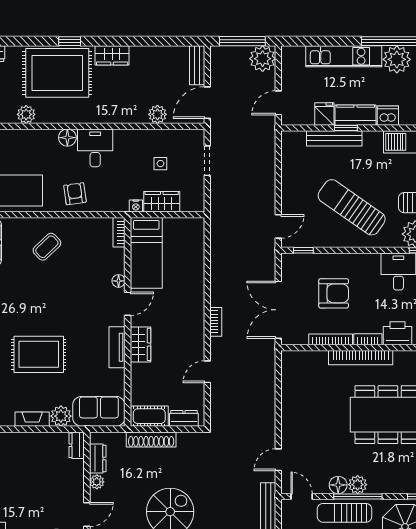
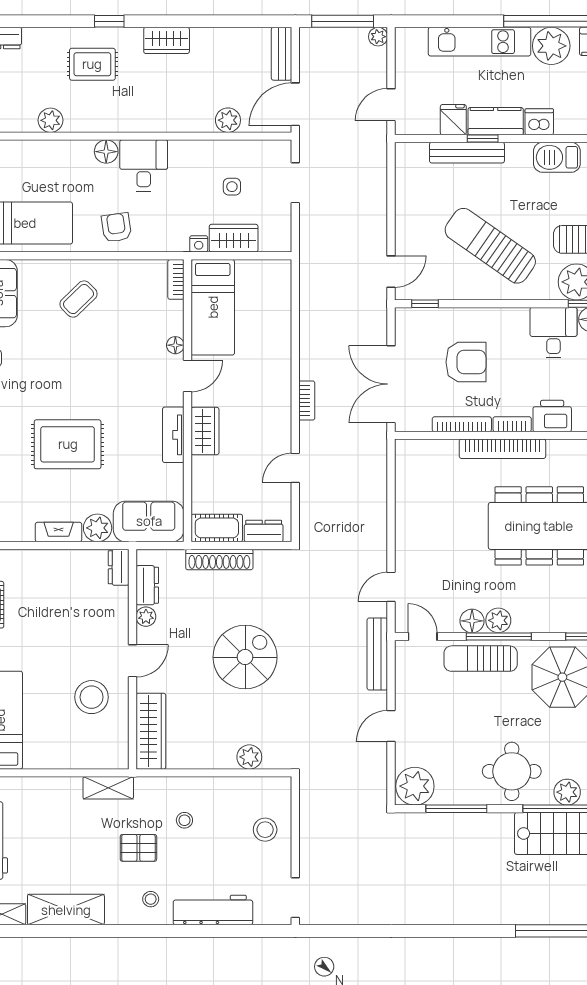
plant: (263, 59) -> (378, 37), width x0.53, depth x0.53
rug: (57, 73) -> (92, 64), width x0.54, depth x0.49

